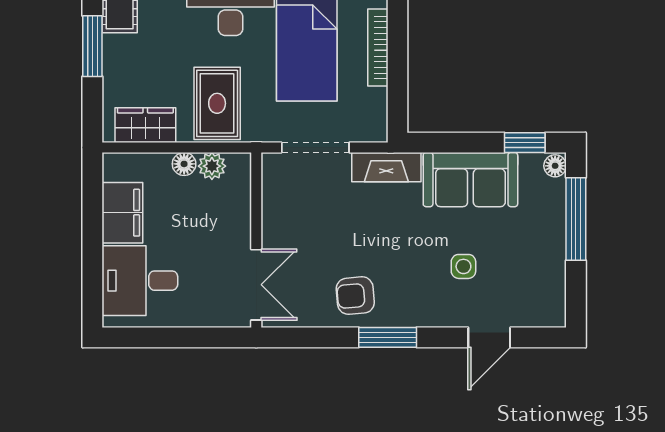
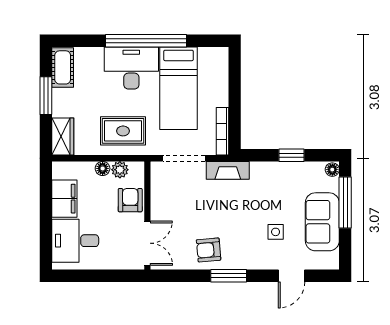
bookcase: (378, 48) -> (223, 131), moved
rug: (217, 103) -> (123, 131), turned 90
wardrobe: (145, 125) -> (63, 137), moved, turned 90
window: (525, 143) -> (291, 155), moved
sofa: (470, 180) -> (322, 222), moved, turned 90
armchair: (229, 215) -> (130, 200), added

